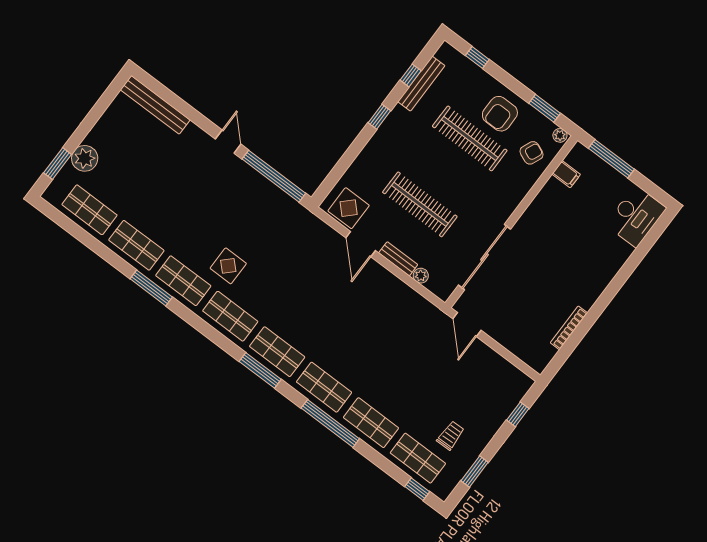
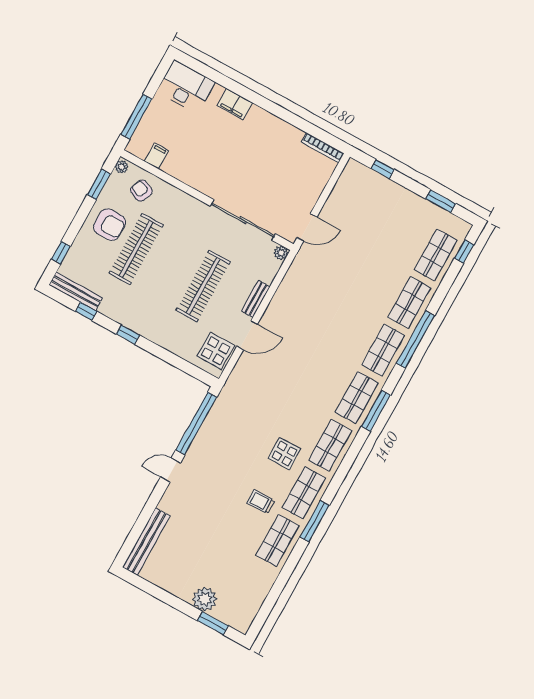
bench: (421, 84) -> (76, 291), moved
shop shelf: (89, 210) -> (251, 588), removed
filing cabinet: (610, 266) -> (235, 104), added
plant: (421, 276) -> (281, 253), moved
bookcase: (569, 328) -> (323, 148), moved
trolley: (451, 435) -> (261, 502), moved

